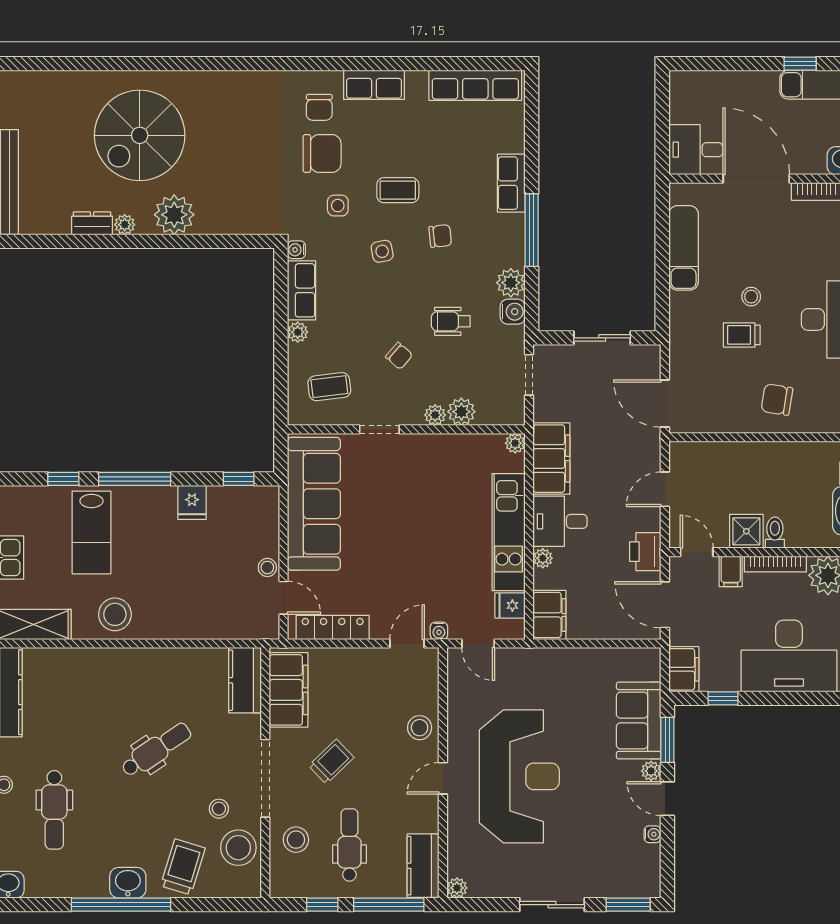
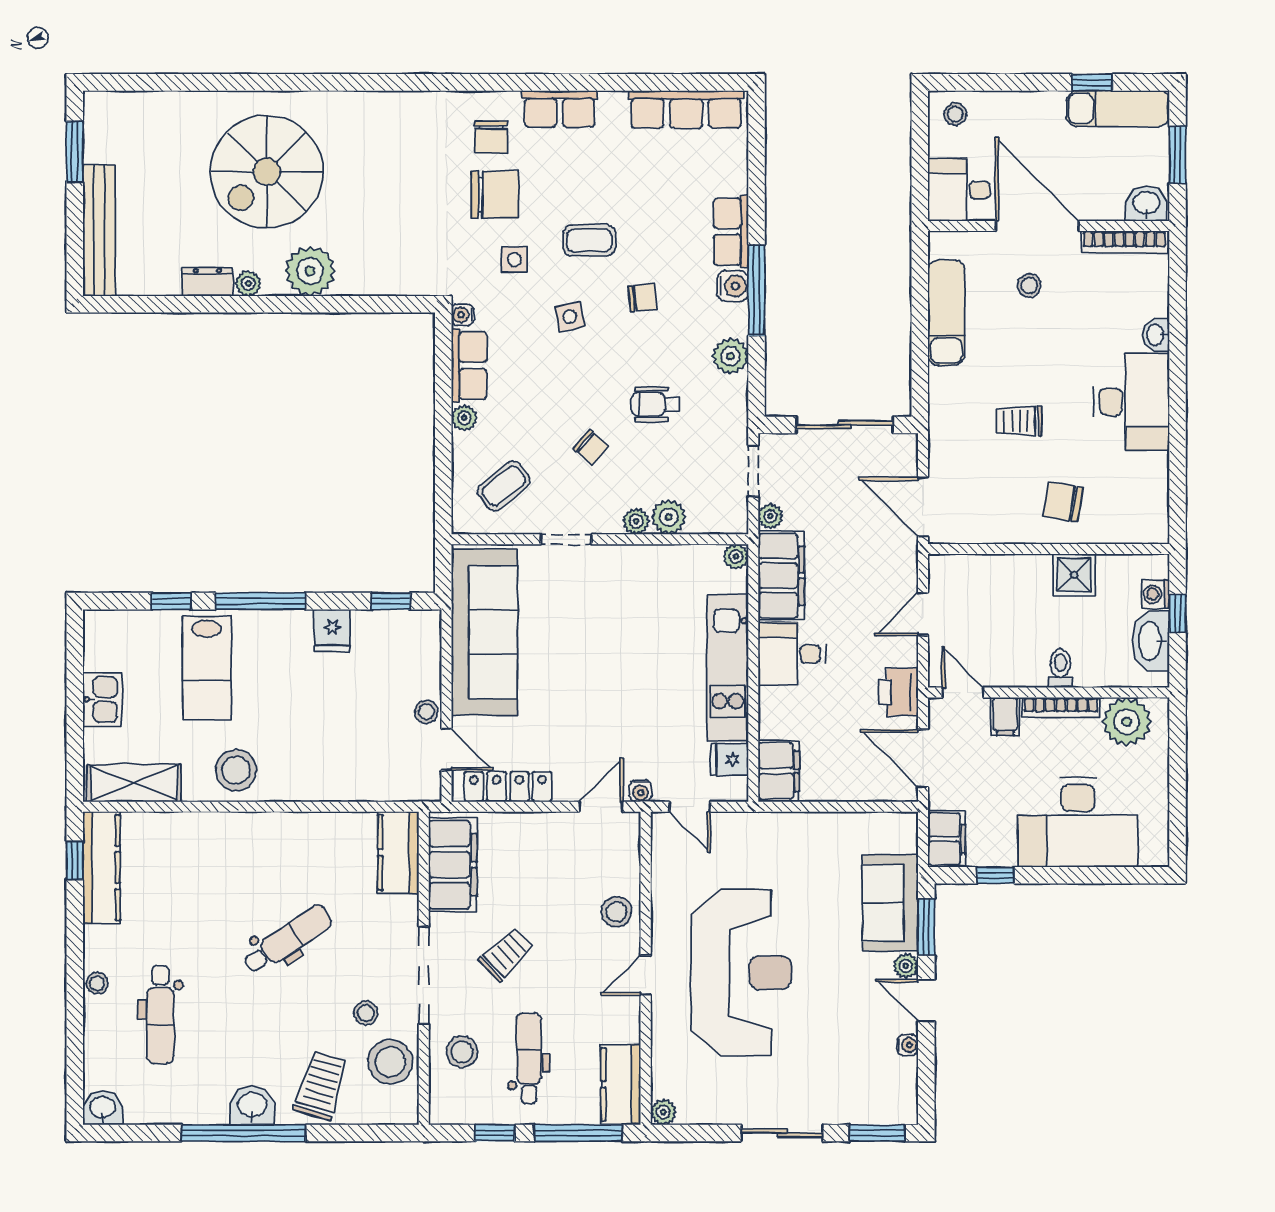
stool: (691, 89) -> (955, 114), added
stool: (751, 297) -> (1029, 285), moved
water cooler: (513, 312) -> (733, 286), moved
sliding door: (602, 338) -> (845, 425), width x1.37
coffee table: (329, 387) -> (504, 486), turned -32
shower: (746, 531) -> (1074, 575), moved
plant: (543, 558) -> (770, 516), moved

